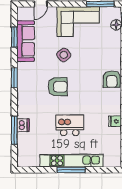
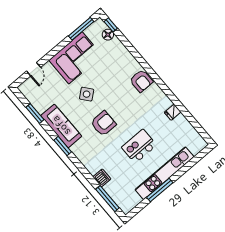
sofa: (26, 41) -> (61, 126), moved
window: (14, 130) -> (107, 199), moved
window: (71, 170) -> (160, 190), moved

